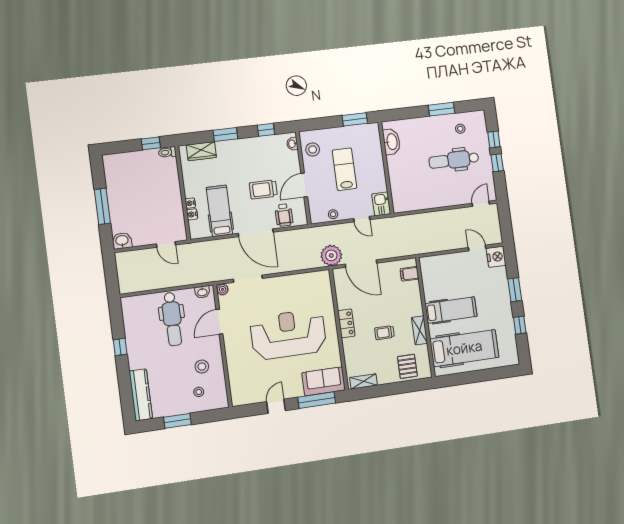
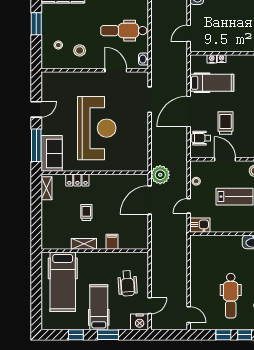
dental chair: (454, 160) -> (231, 296), turned 180
filing cabinet: (409, 274) -> (112, 242), moved
wheelchair: (456, 276) -> (127, 283), added
plant: (223, 289) -> (143, 77), removed
hospital bed: (451, 310) -> (99, 307), moved, turned 180
locker: (346, 323) -> (77, 180), moved
pallet: (407, 366) -> (54, 229), removed
door: (276, 406) -> (36, 109), hinge flipped

